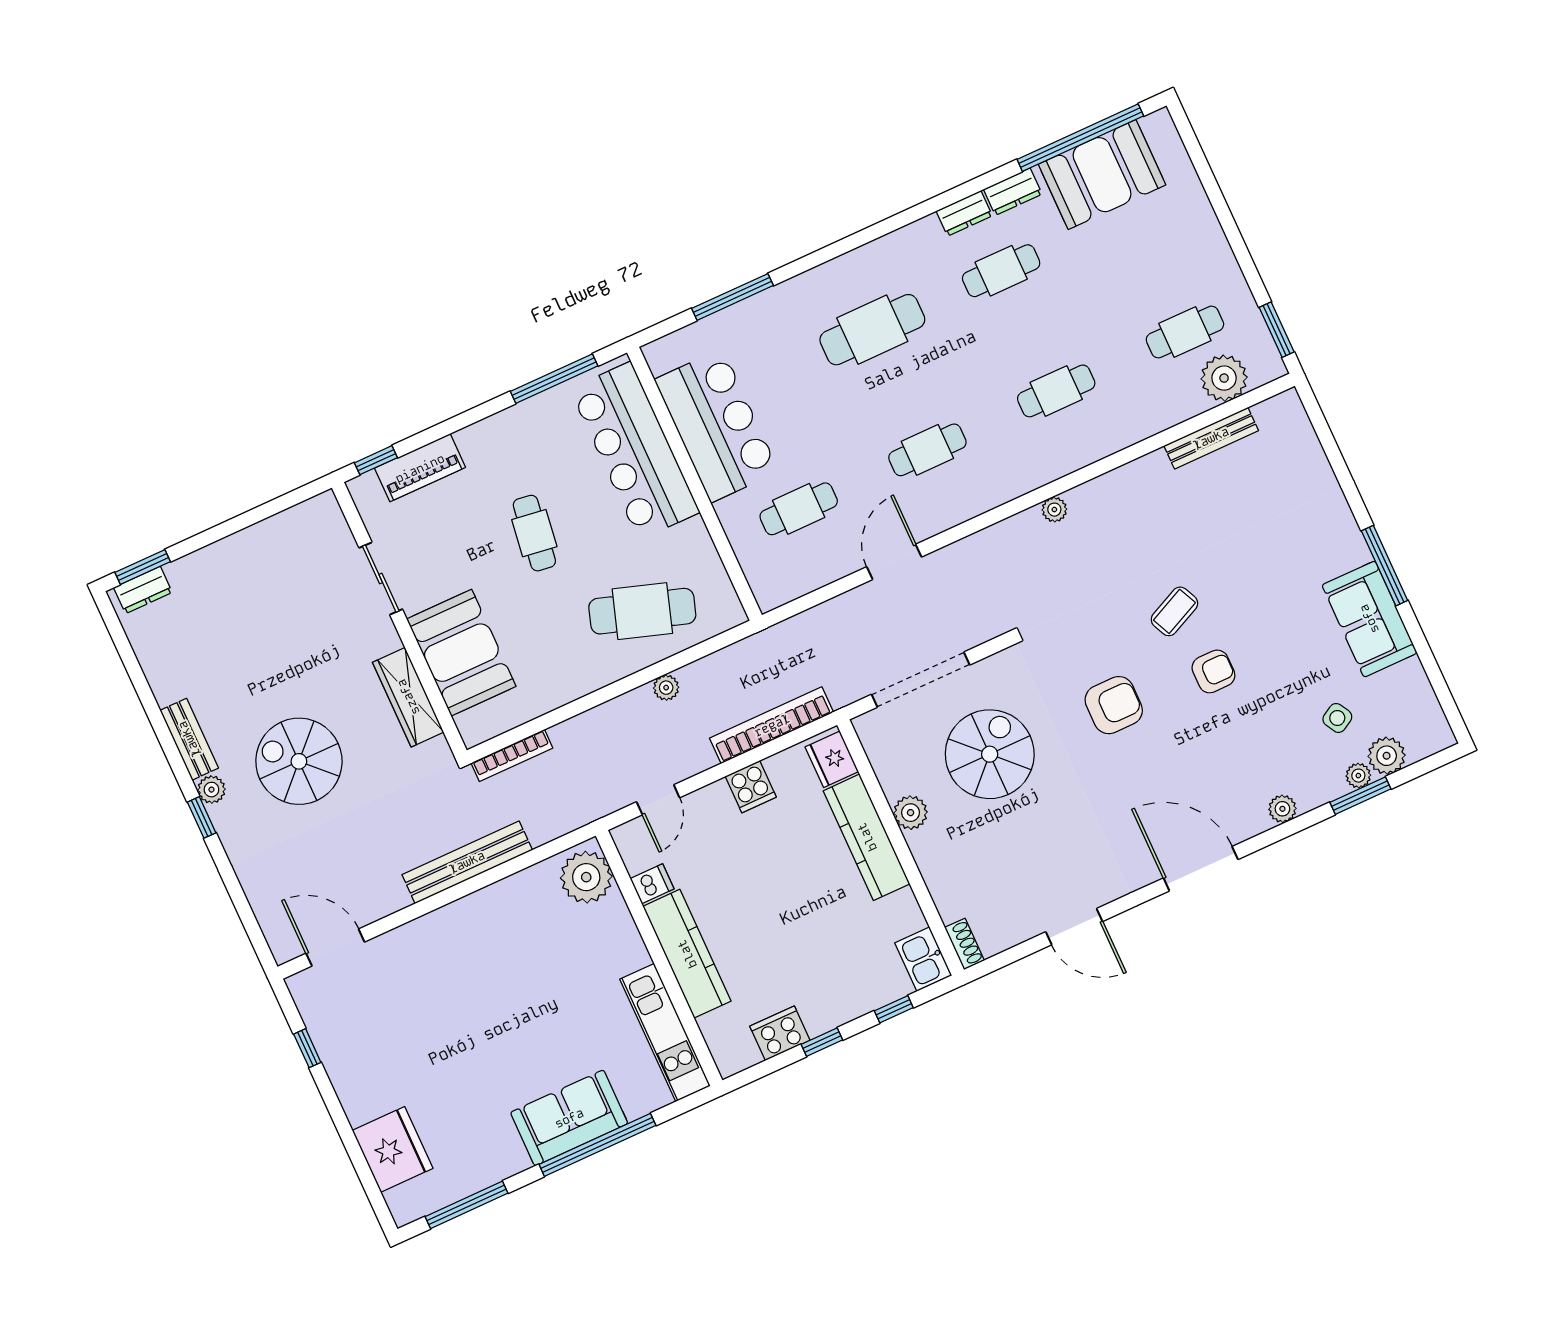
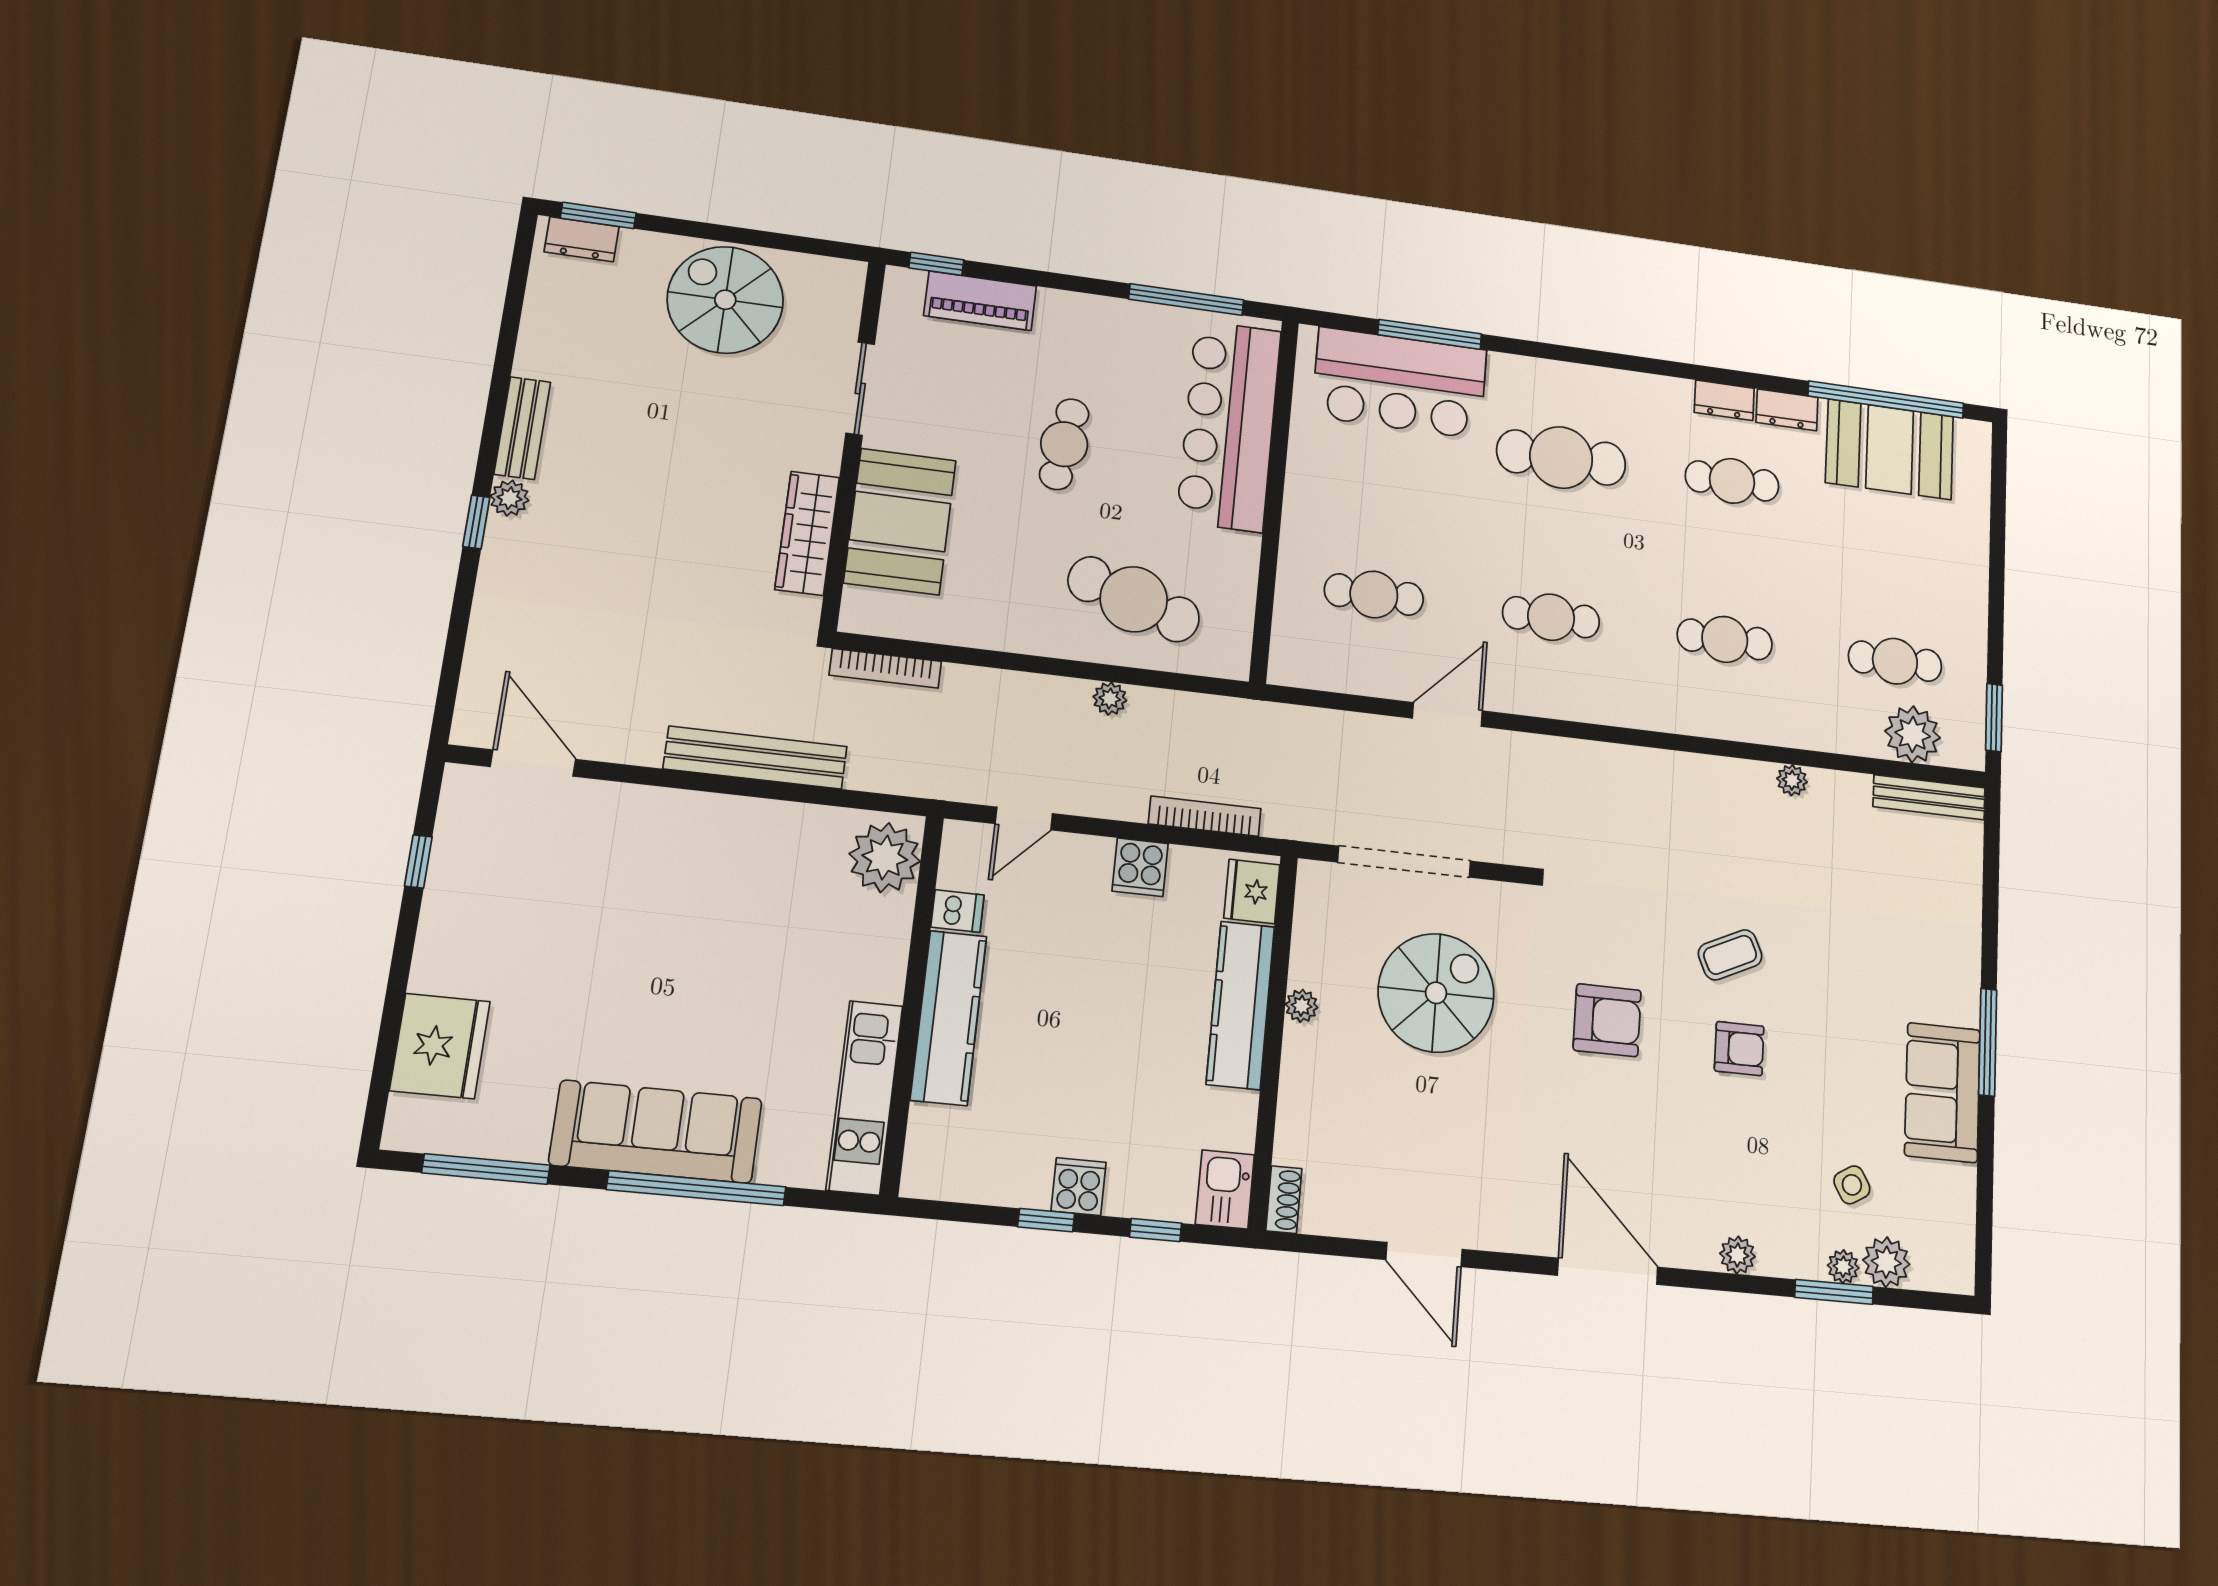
bar counter: (717, 426) -> (1400, 383), moved, turned 90
bench: (1211, 438) -> (1929, 797), moved
plant: (1054, 510) -> (1792, 780), moved
bookcase: (772, 725) -> (1205, 816), width x0.68, depth x0.76
spiral stairs: (299, 761) -> (725, 300), moved
plant: (911, 813) -> (1302, 1006), width x0.73, depth x0.73
cooker: (780, 1033) -> (1079, 1187), moved, width x0.73
sofa: (569, 1118) -> (656, 1132), width x1.36

